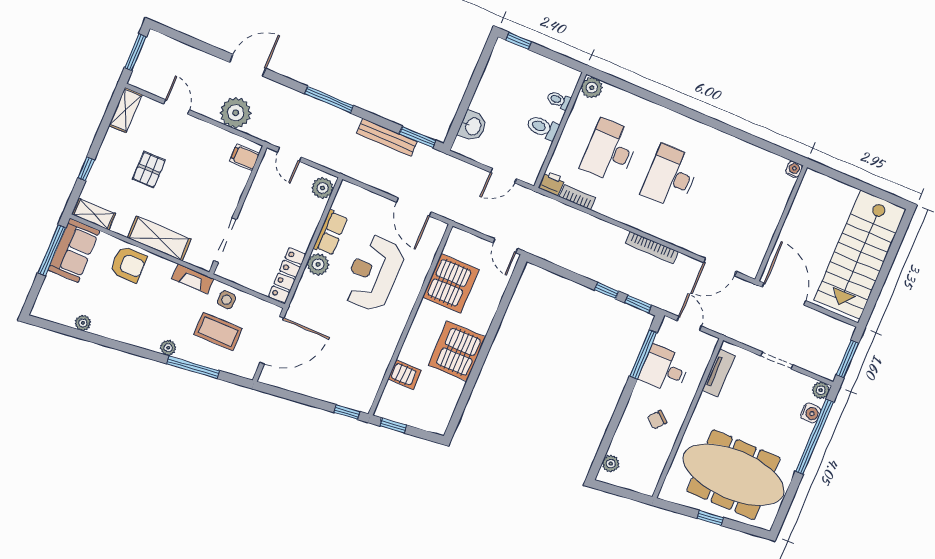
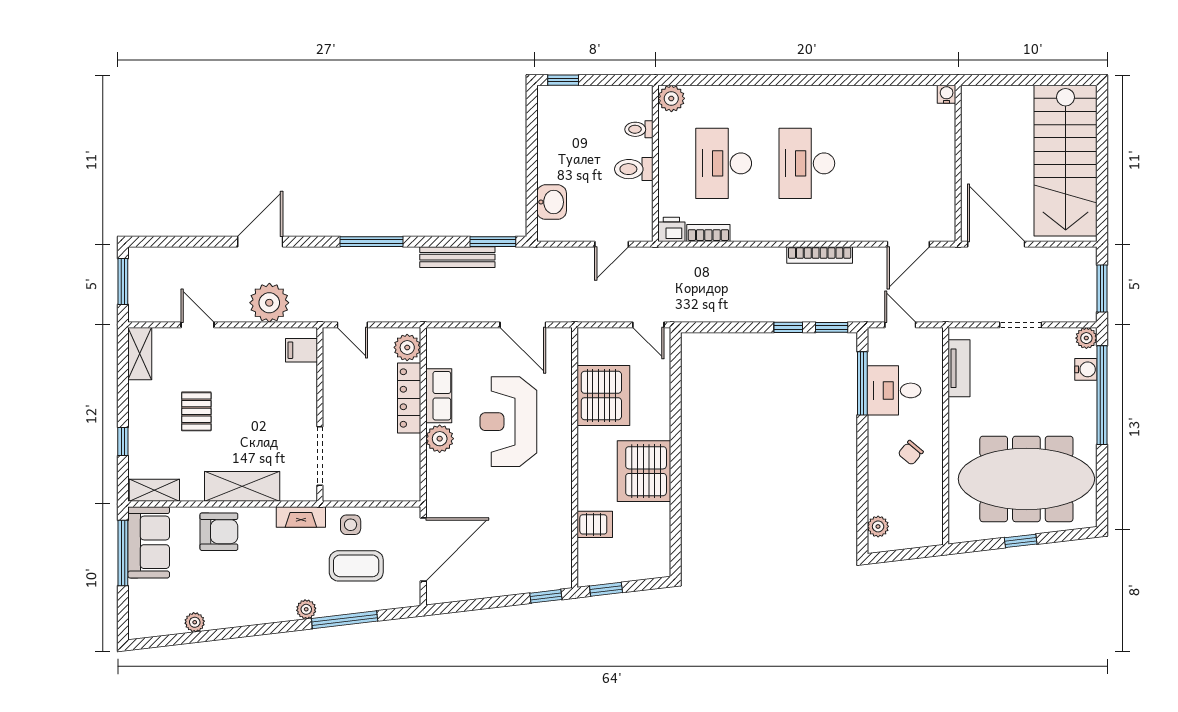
locker: (287, 275) -> (409, 398), moved

